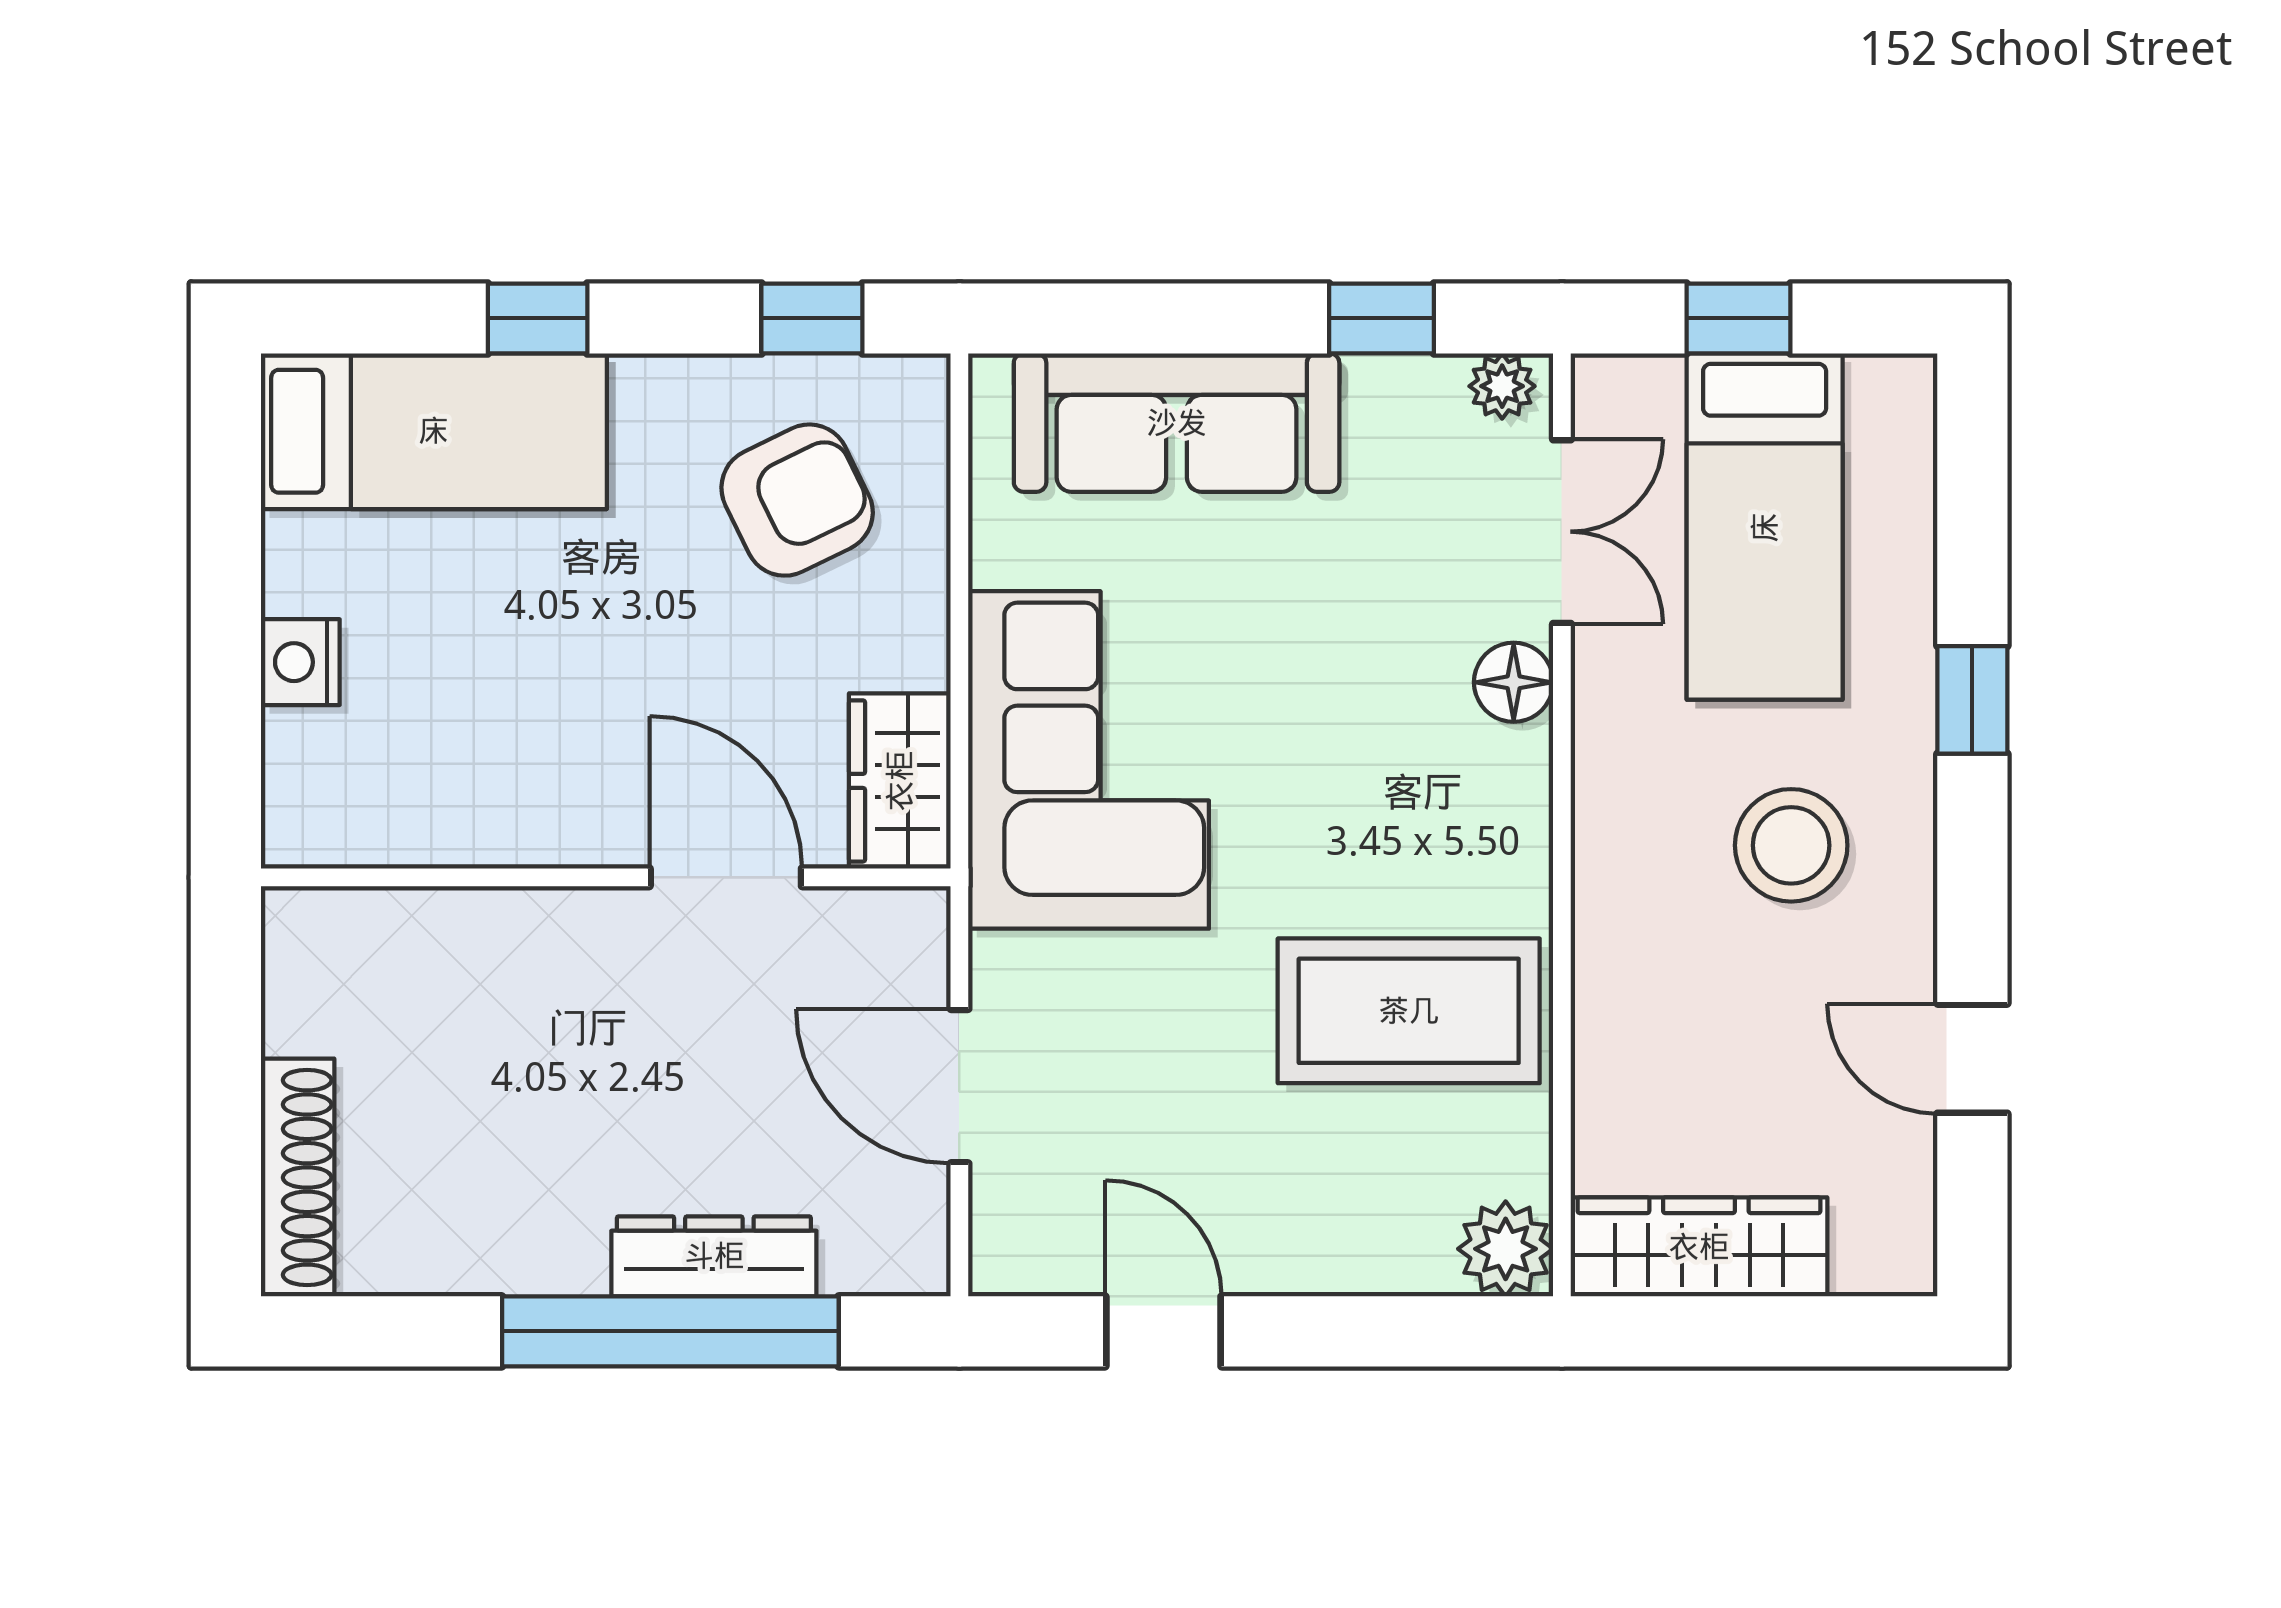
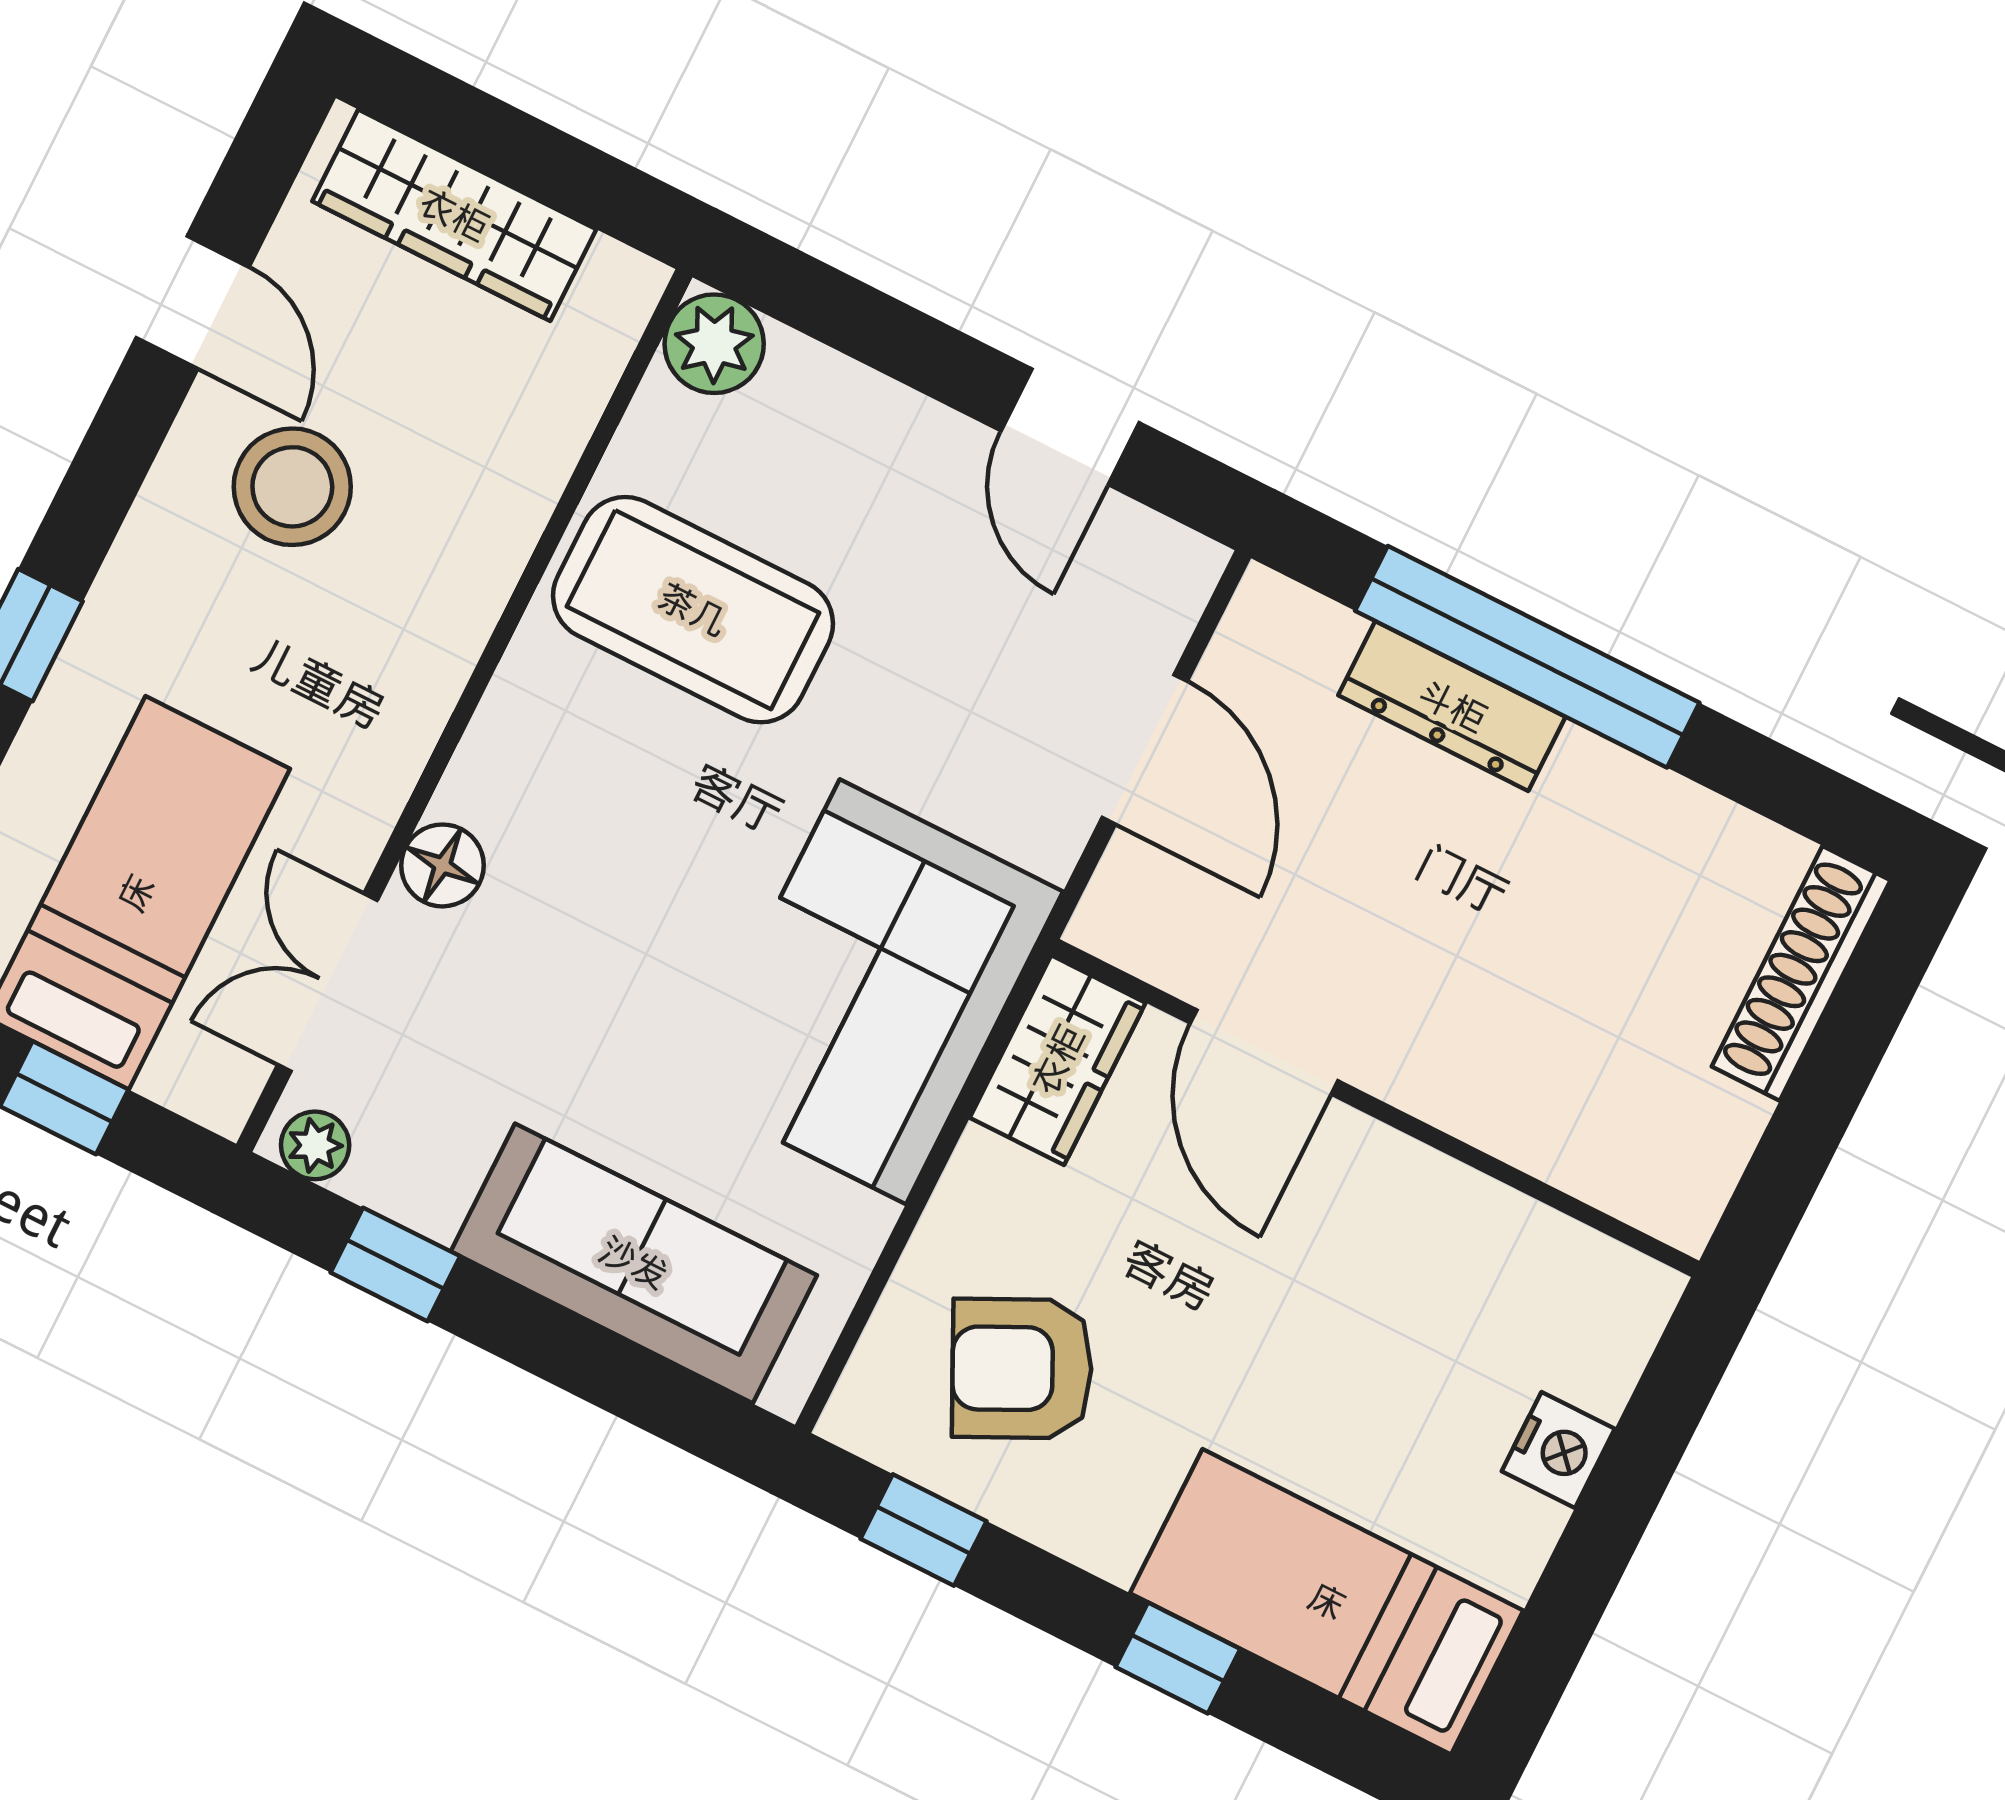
stool: (1791, 845) -> (292, 487), moved
wardrobe: (1699, 1247) -> (454, 215), moved

